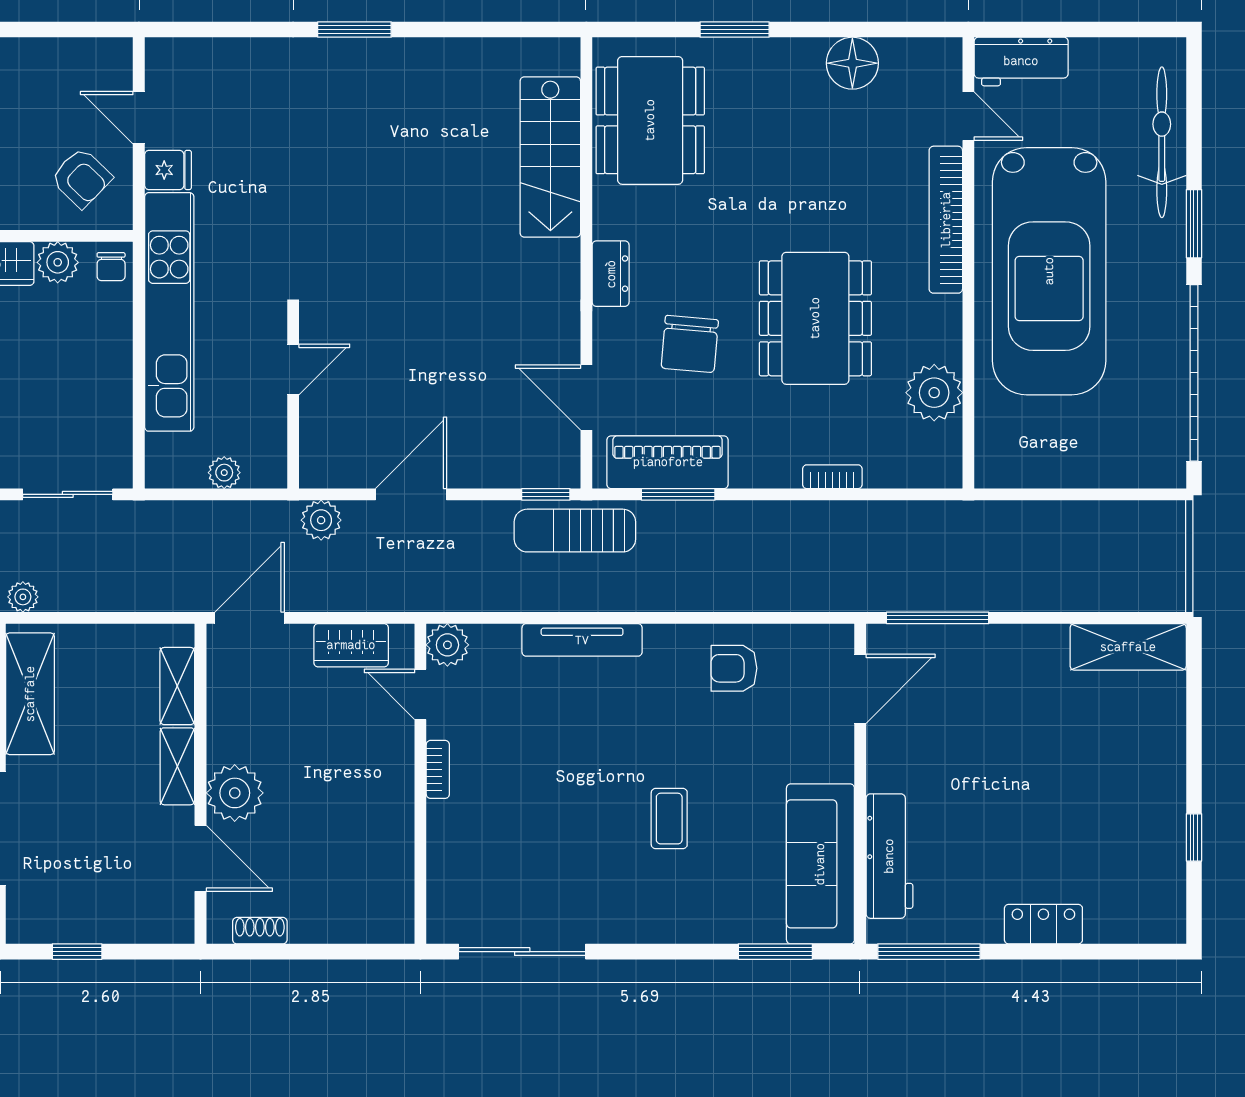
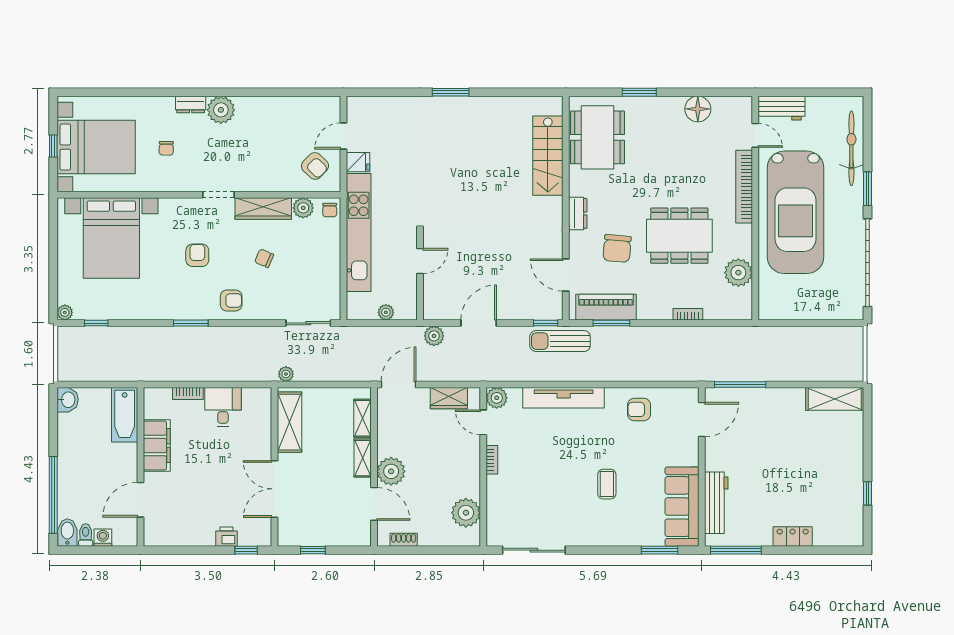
door: (139, 118) -> (343, 136), hinge flipped
dining table: (815, 318) -> (679, 236), turned 90
tv unit: (582, 640) -> (564, 398), width x1.36, depth x1.29
plant: (385, 876) -> (466, 513), added

